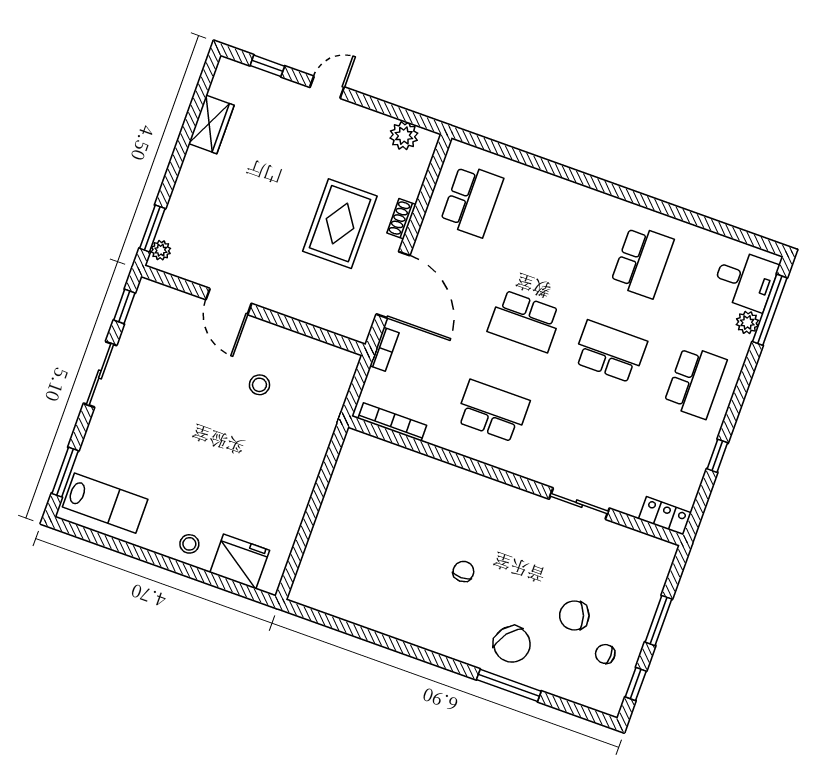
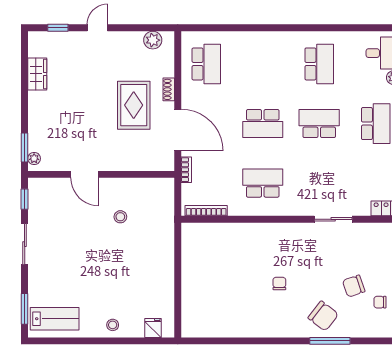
fridge: (240, 561) -> (153, 328), width x0.53, depth x0.75

